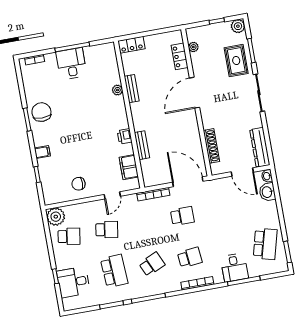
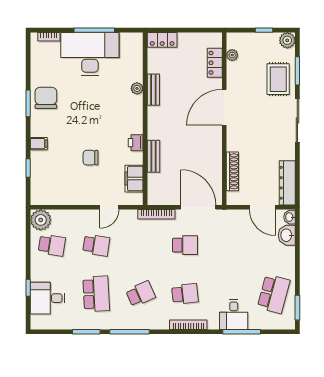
desk: (71, 64) -> (90, 54), width x1.87, depth x1.30
chair: (79, 184) -> (91, 158), moved

